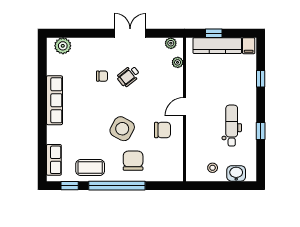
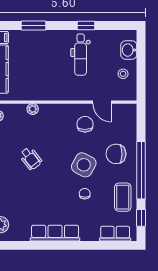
plant: (178, 62) -> (33, 109), moved
chair: (102, 76) -> (85, 194), moved
window: (261, 79) -> (33, 25), width x1.50
door: (184, 107) -> (102, 102), moved
dental chair: (232, 126) -> (81, 55), turned -90

